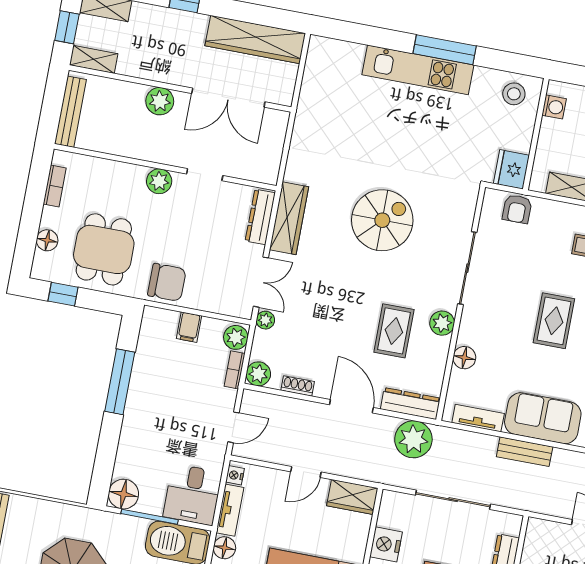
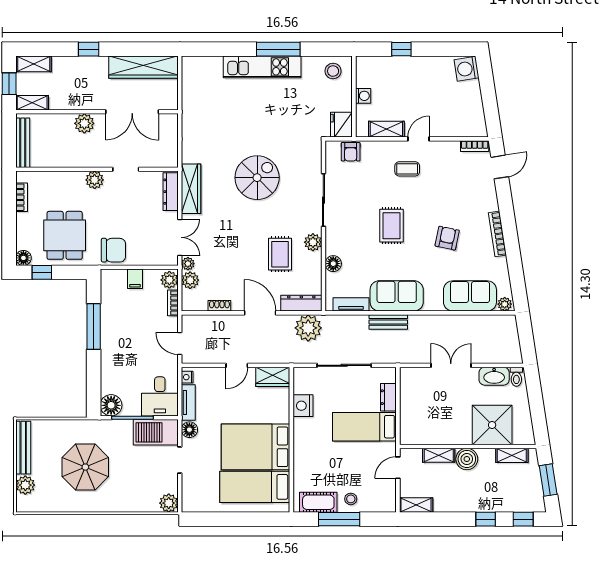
washing machine: (554, 107) -> (363, 96), moved
floor lamp: (47, 240) -> (23, 258), moved
plant: (258, 374) -> (190, 280), moved
door: (233, 427) -> (180, 344), swing flipped

